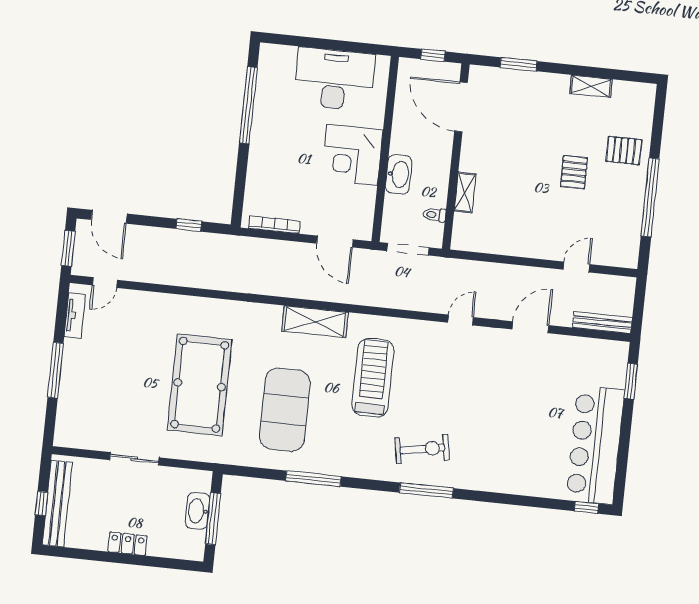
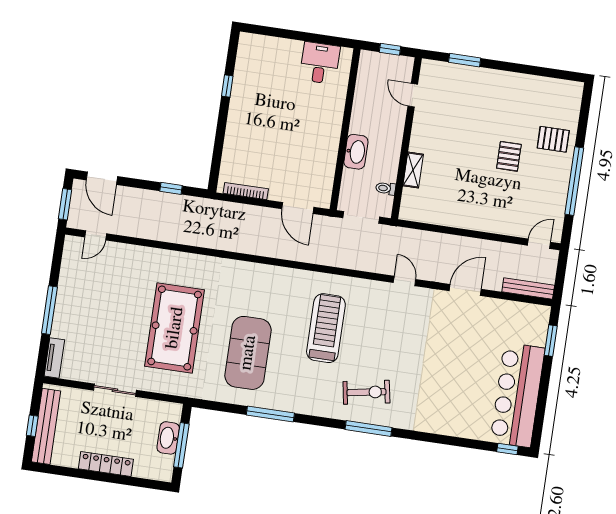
desk: (334, 79) -> (320, 63), width x0.53, depth x0.77
shelving: (591, 86) -> (527, 82), removed
window: (248, 105) -> (227, 86), width x0.32
door: (461, 107) -> (413, 95), width x0.53
corner desk: (352, 155) -> (316, 133), removed
door: (576, 267) -> (539, 244), moved
tv unit: (75, 316) -> (54, 358), moved
door: (461, 320) -> (405, 281), hinge flipped
shelving: (315, 322) -> (278, 277), removed
locker: (128, 544) -> (106, 464), width x1.53

